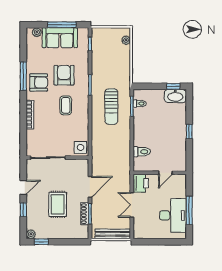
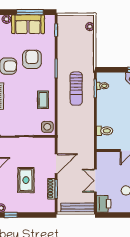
coffee table: (66, 105) -> (43, 100), moved
printer: (141, 183) -> (104, 204), moved

